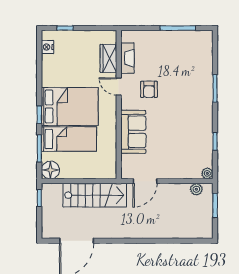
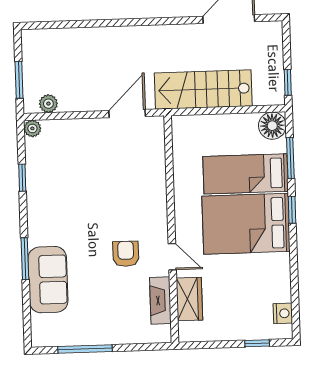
sofa: (133, 132) -> (48, 280), moved, turned 180

